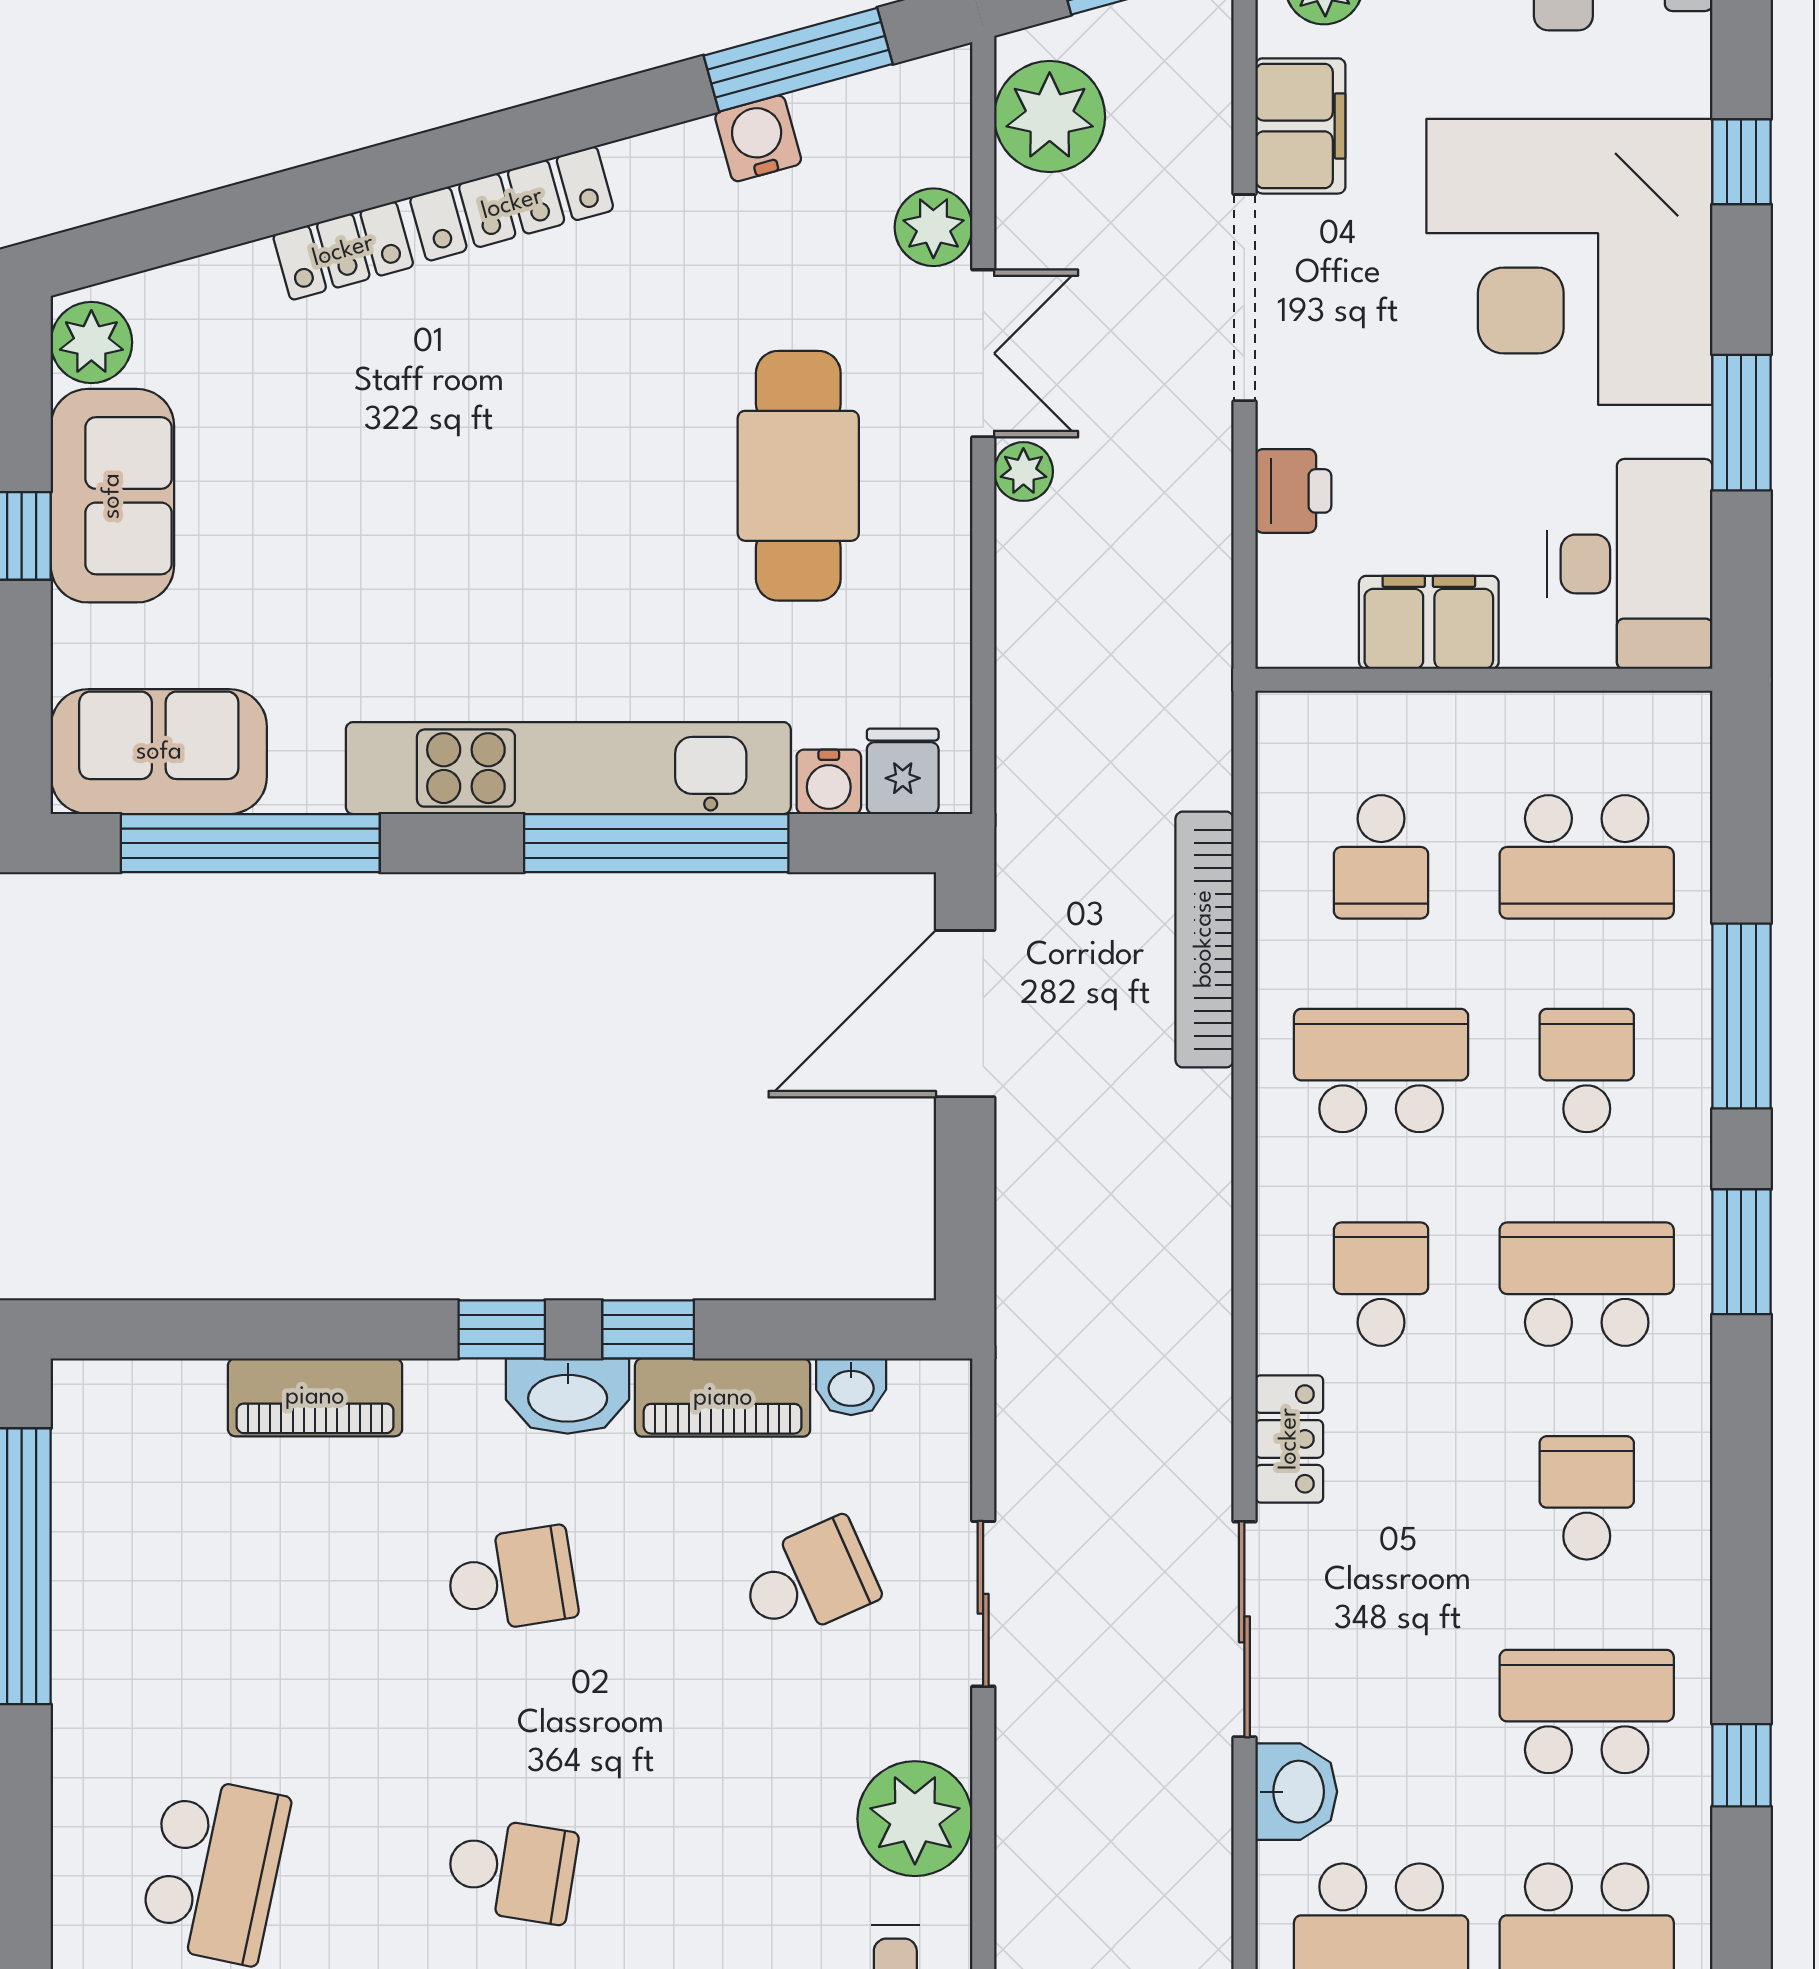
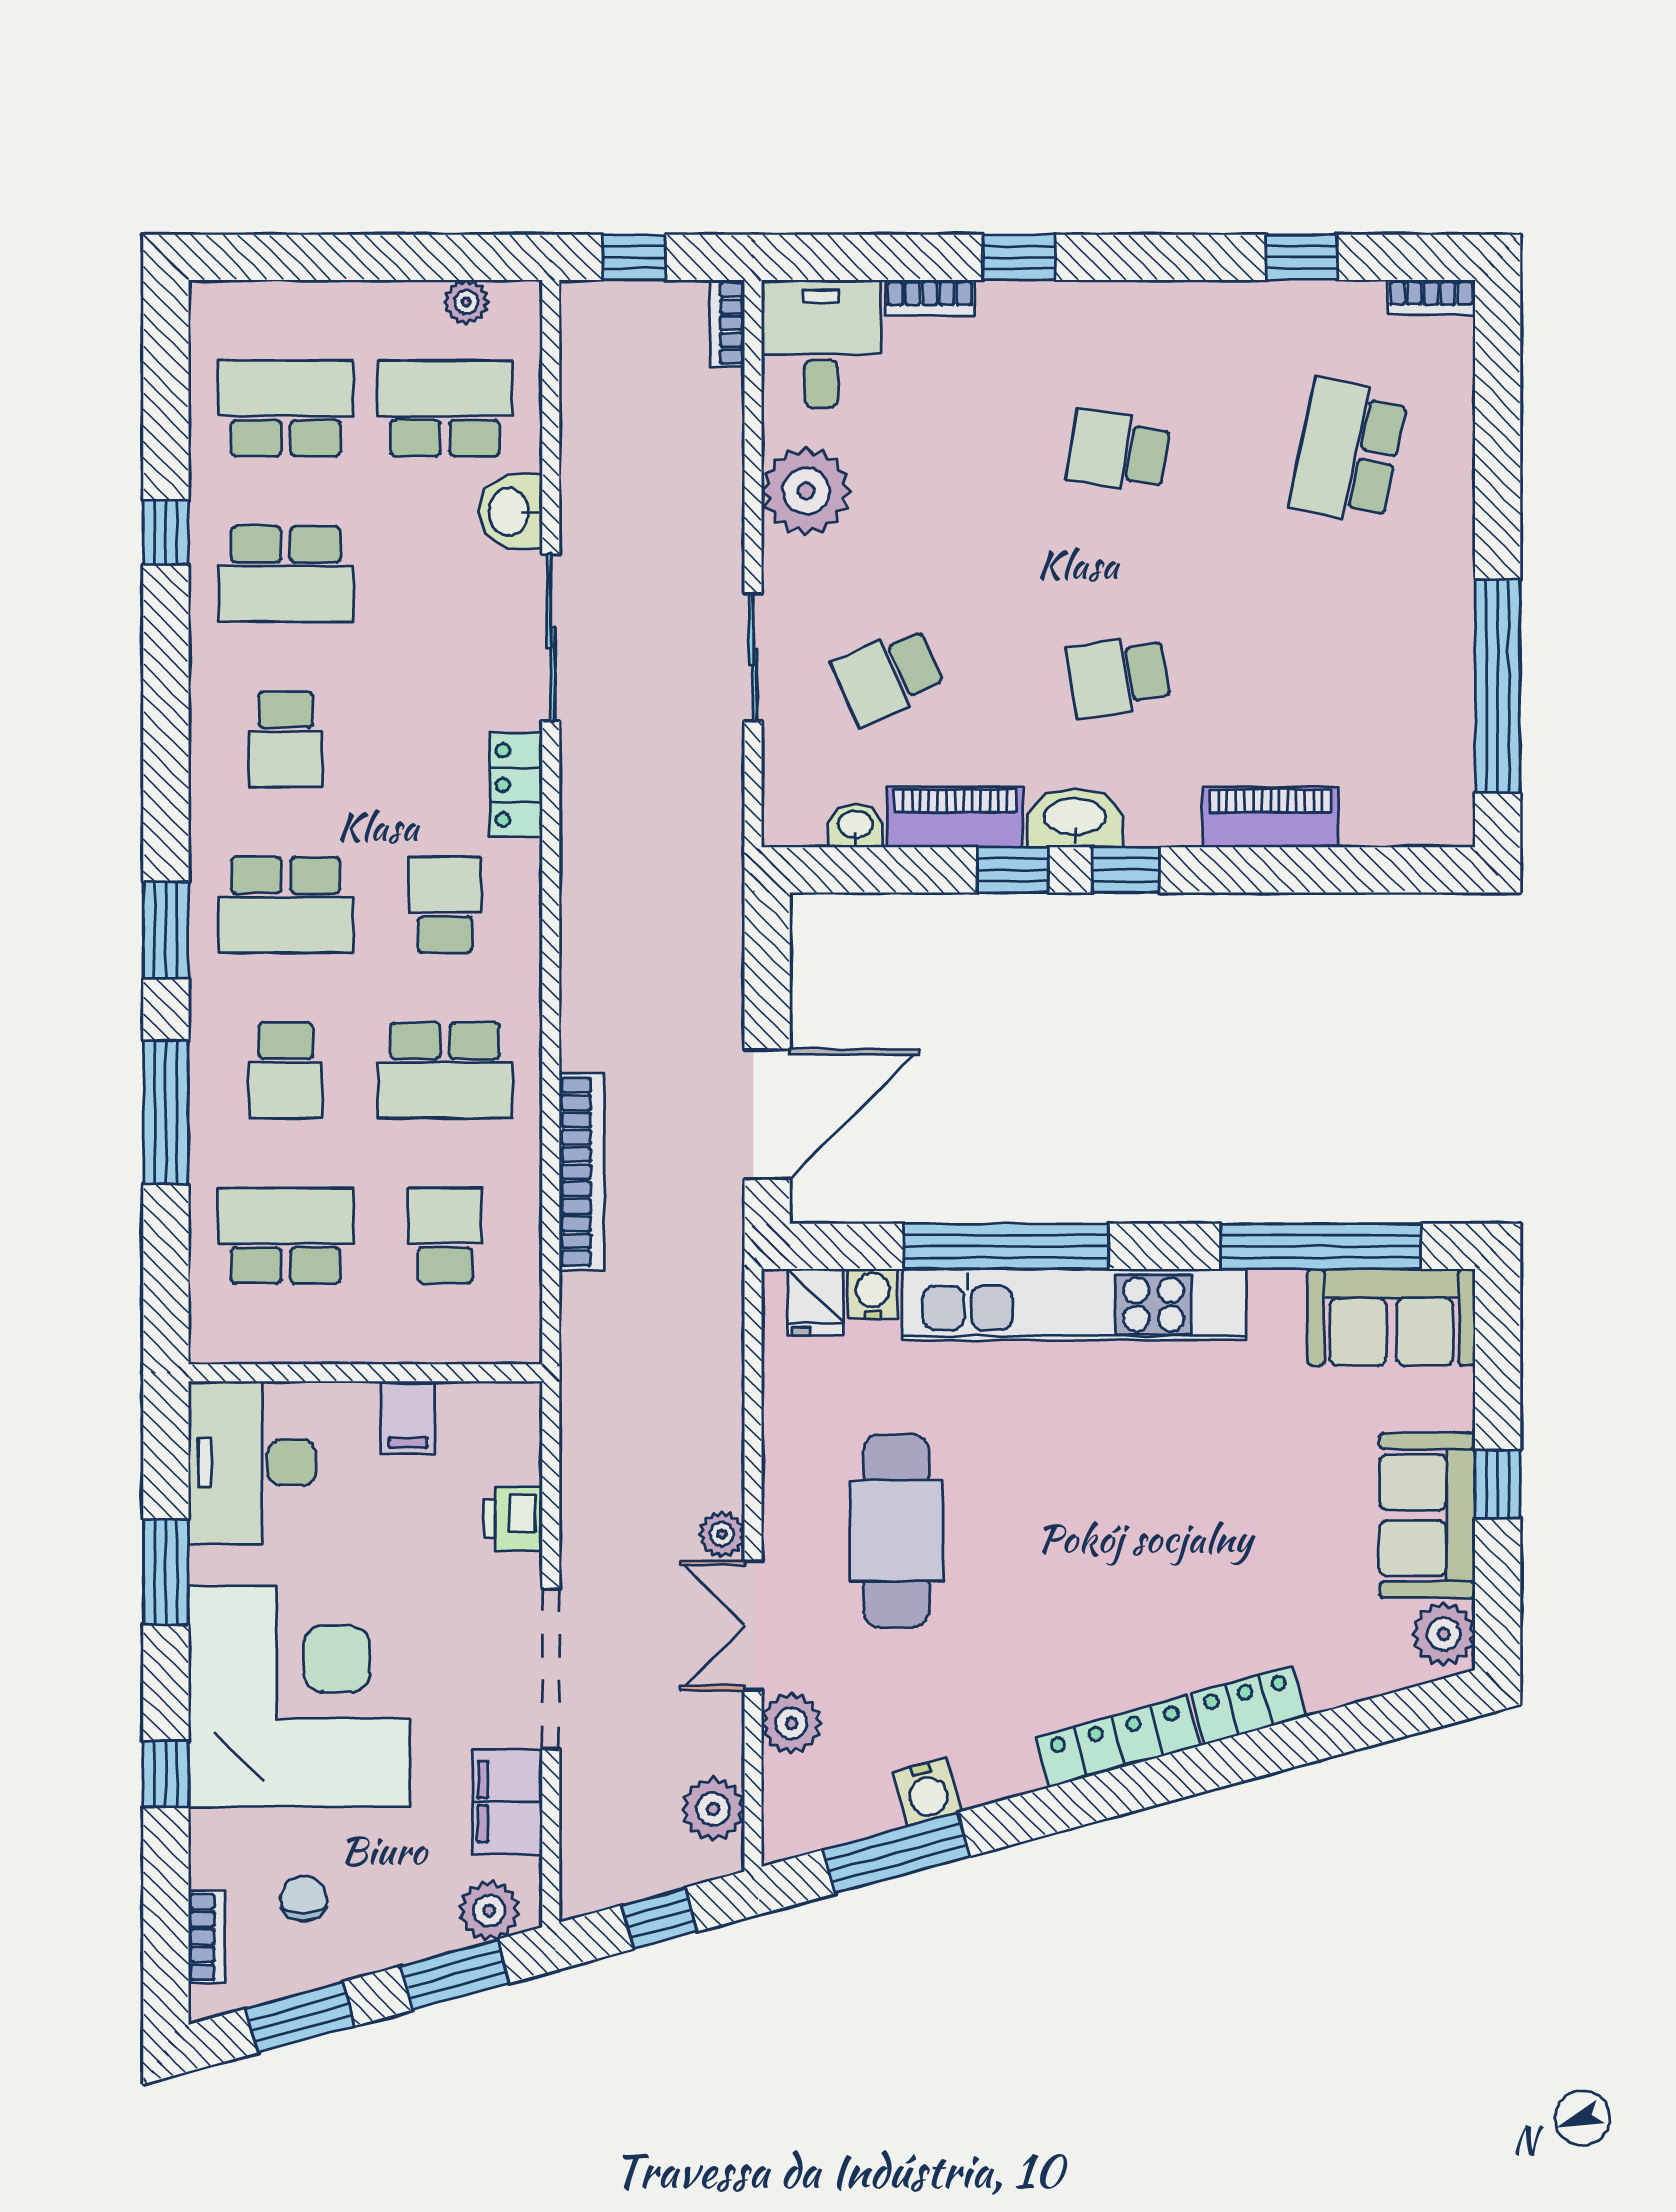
plant: (1050, 117) -> (713, 1809), width x0.73, depth x0.73
filing cabinet: (1429, 622) -> (408, 1417), width x0.50
school desk: (1381, 1284) -> (445, 905), turned 180

